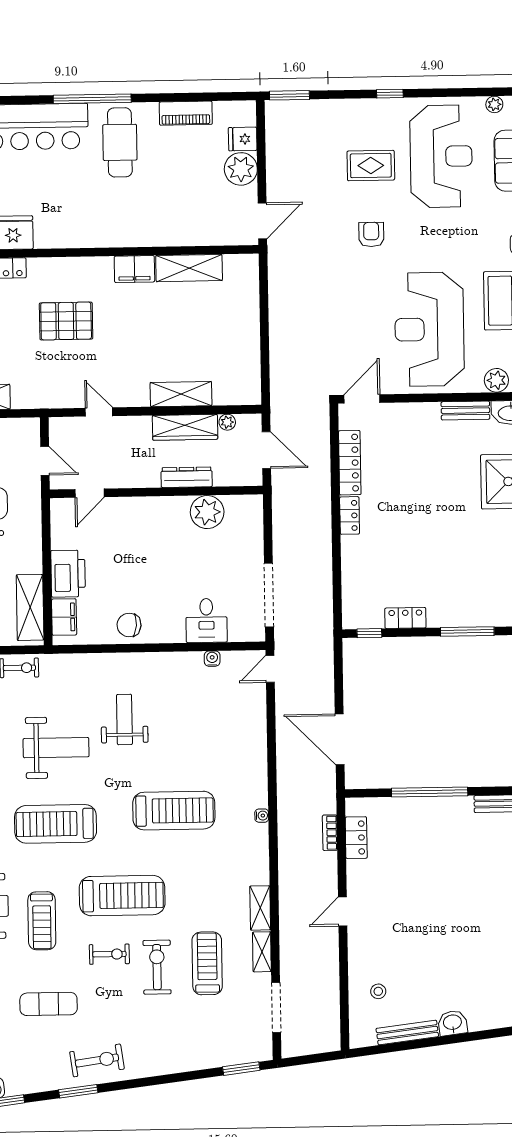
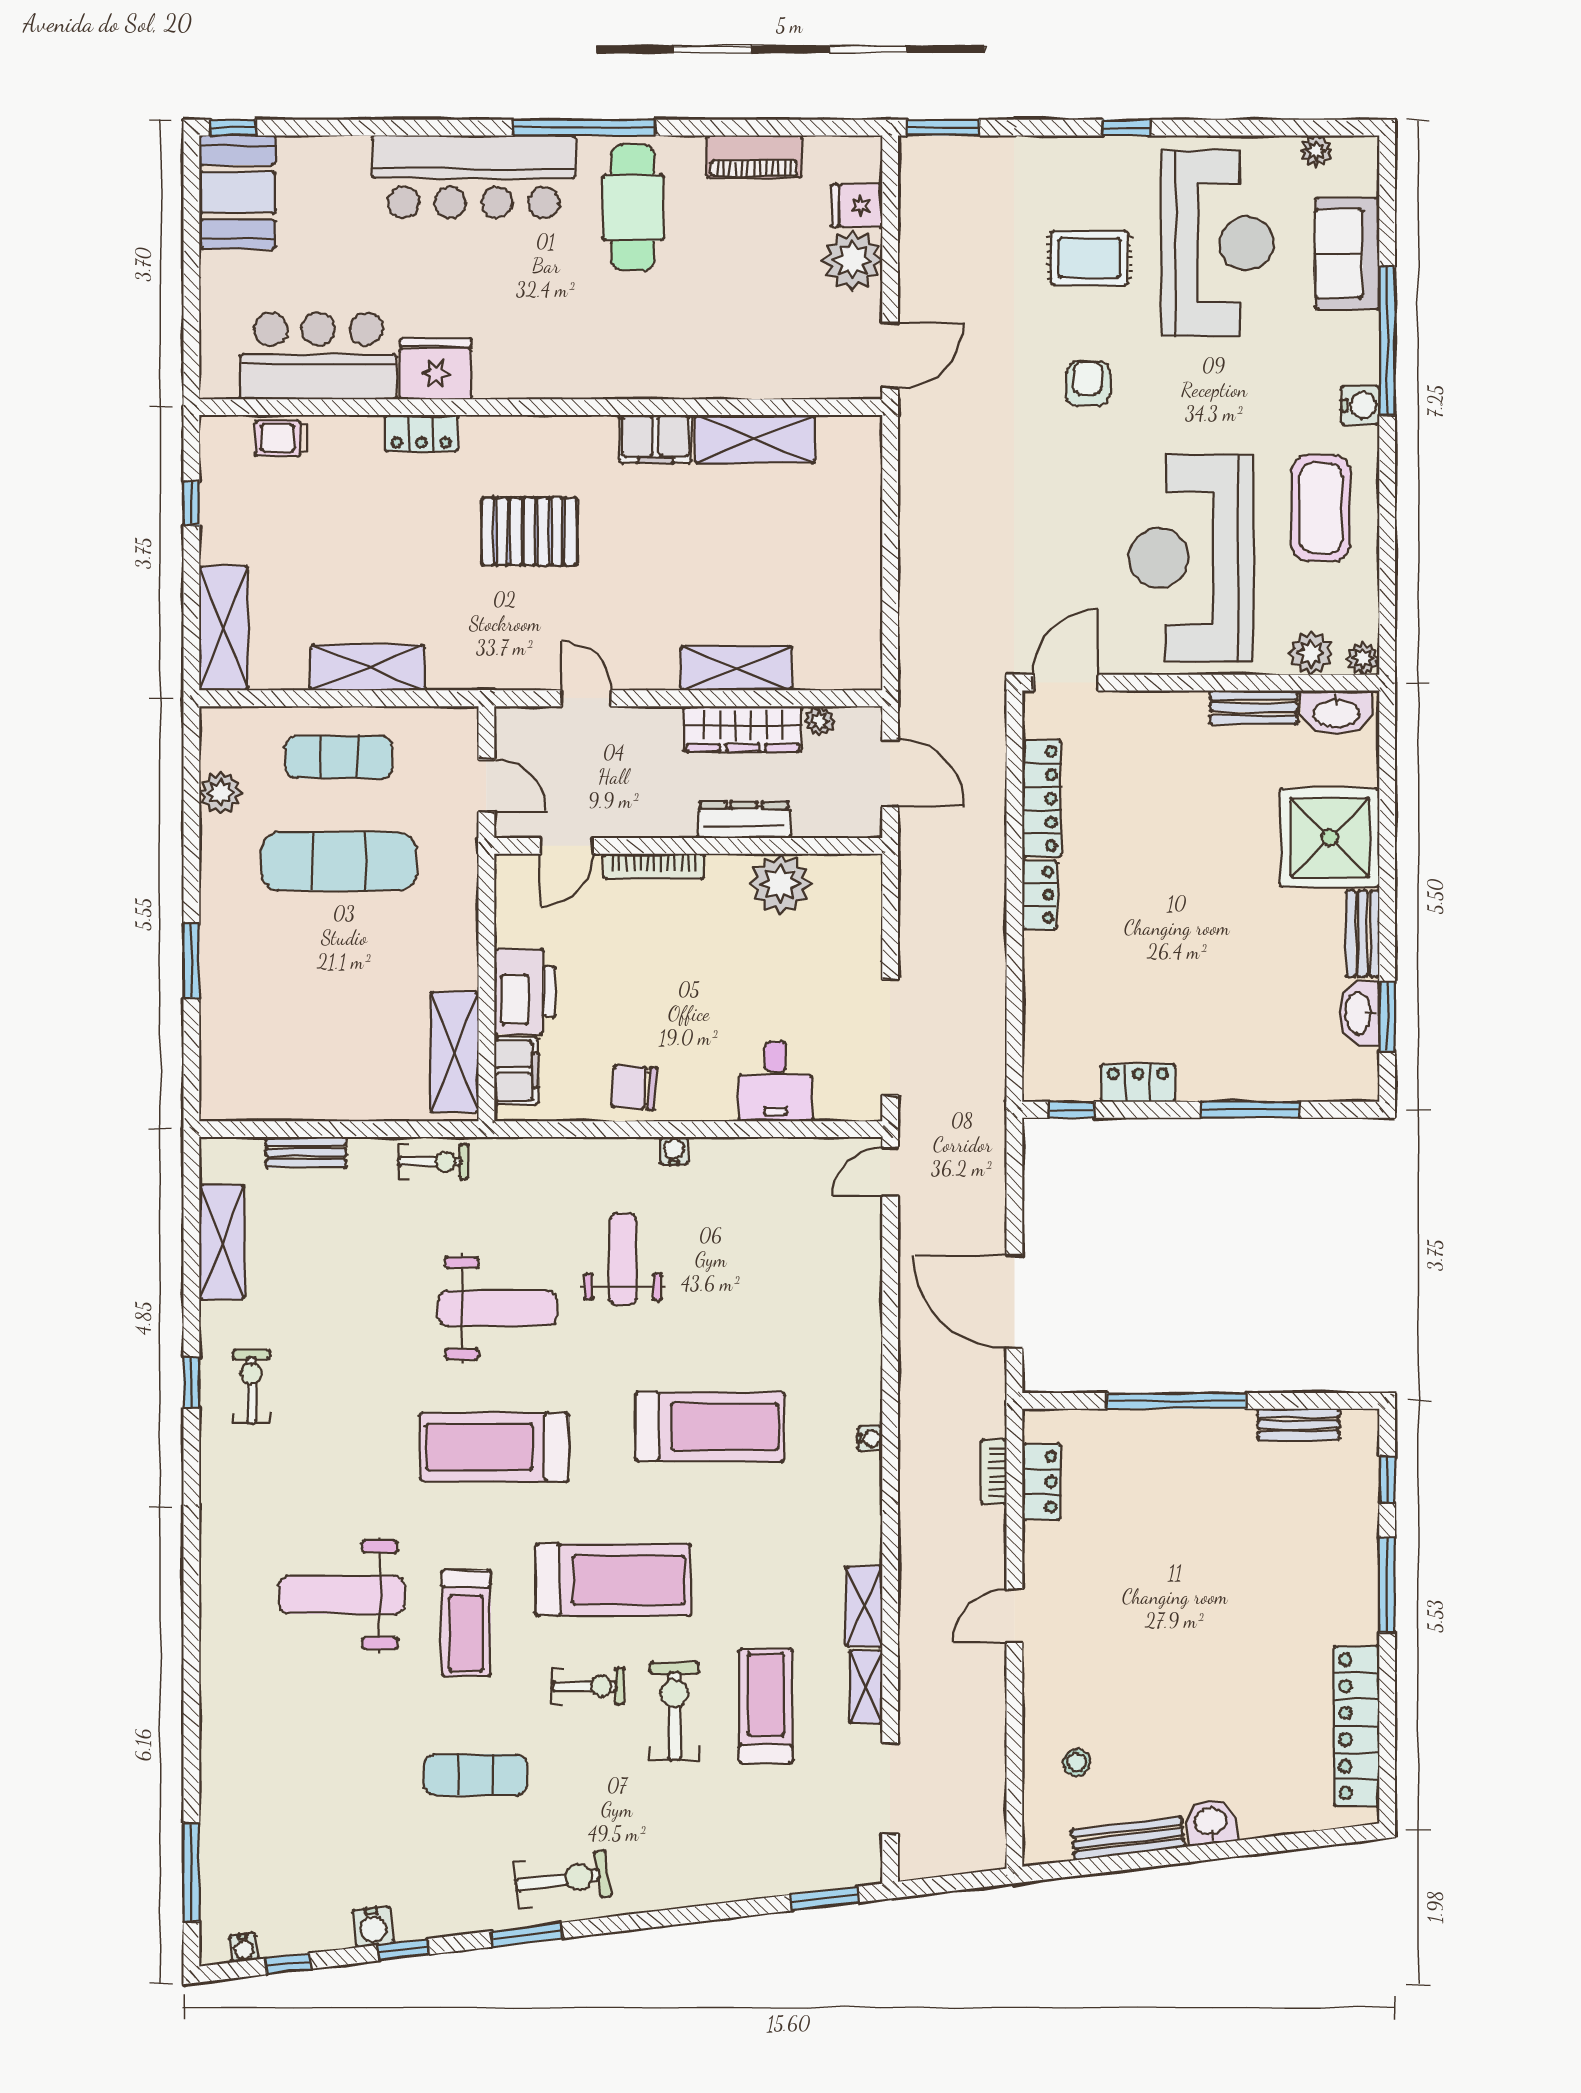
bookcase: (138, 504) -> (654, 866), added
water cooler: (212, 659) -> (674, 1151), moved

